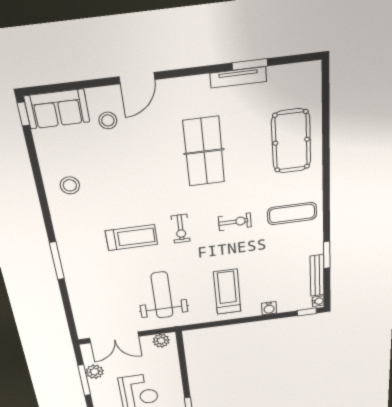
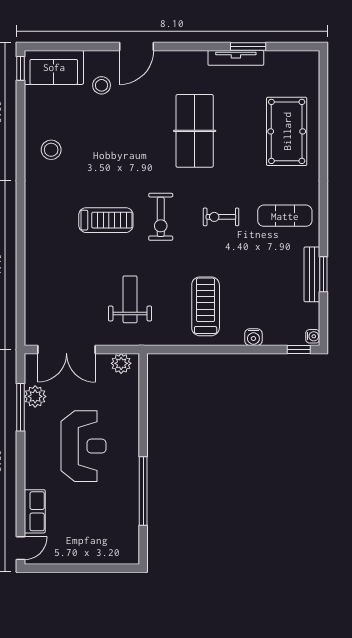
exercise bike: (235, 222) -> (221, 217), turned 180
exercise bike: (181, 229) -> (161, 217), width x1.38, depth x1.39
window: (57, 261) -> (20, 237), removed
bench: (317, 276) -> (312, 274), moved
weight bench: (162, 295) -> (130, 299), width x0.73, depth x0.75

